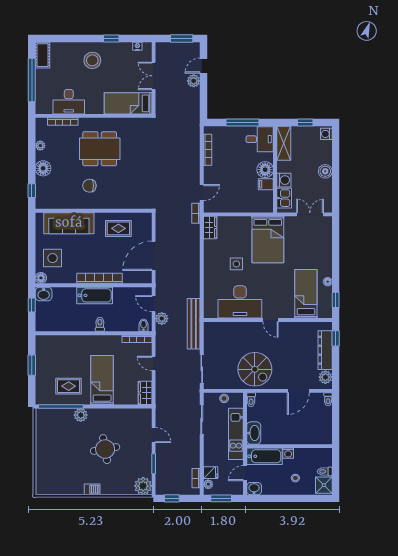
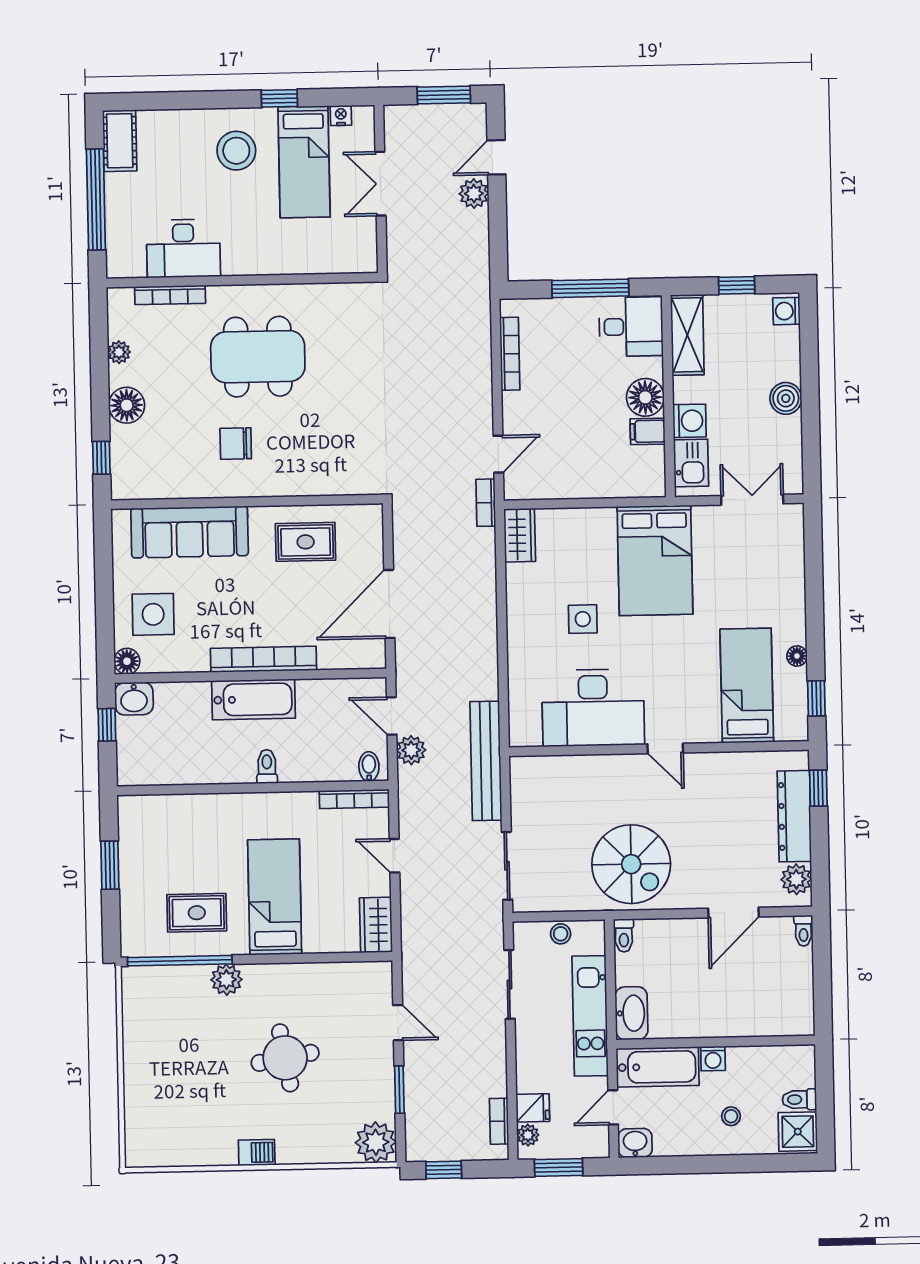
bed: (128, 103) -> (304, 162), moved, turned -90

